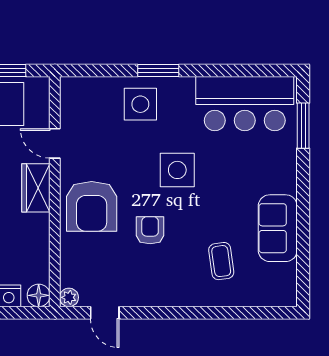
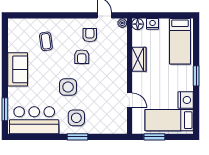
side table: (140, 104) -> (76, 118), moved
wardrobe: (36, 188) -> (139, 59), moved
armchair: (92, 206) -> (90, 35), moved, width x0.53, depth x0.53
sofa: (278, 228) -> (18, 69), moved

